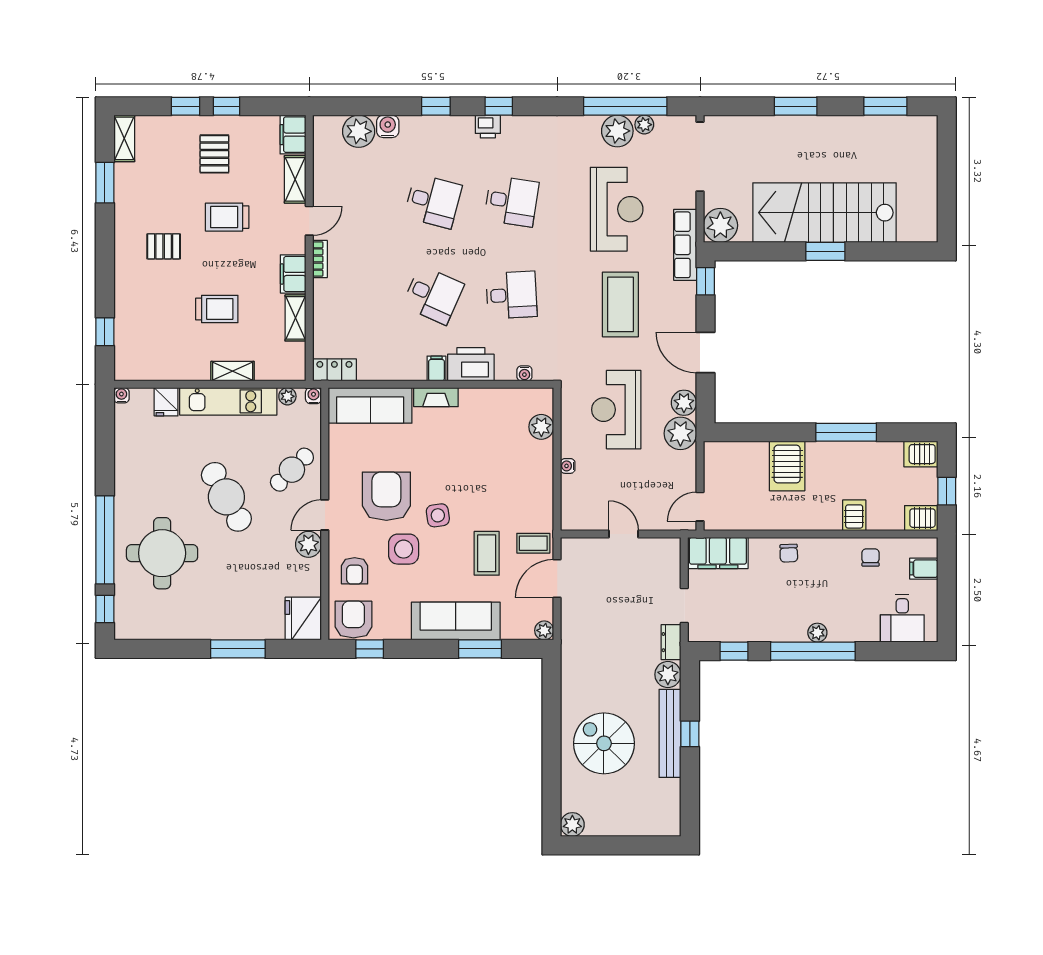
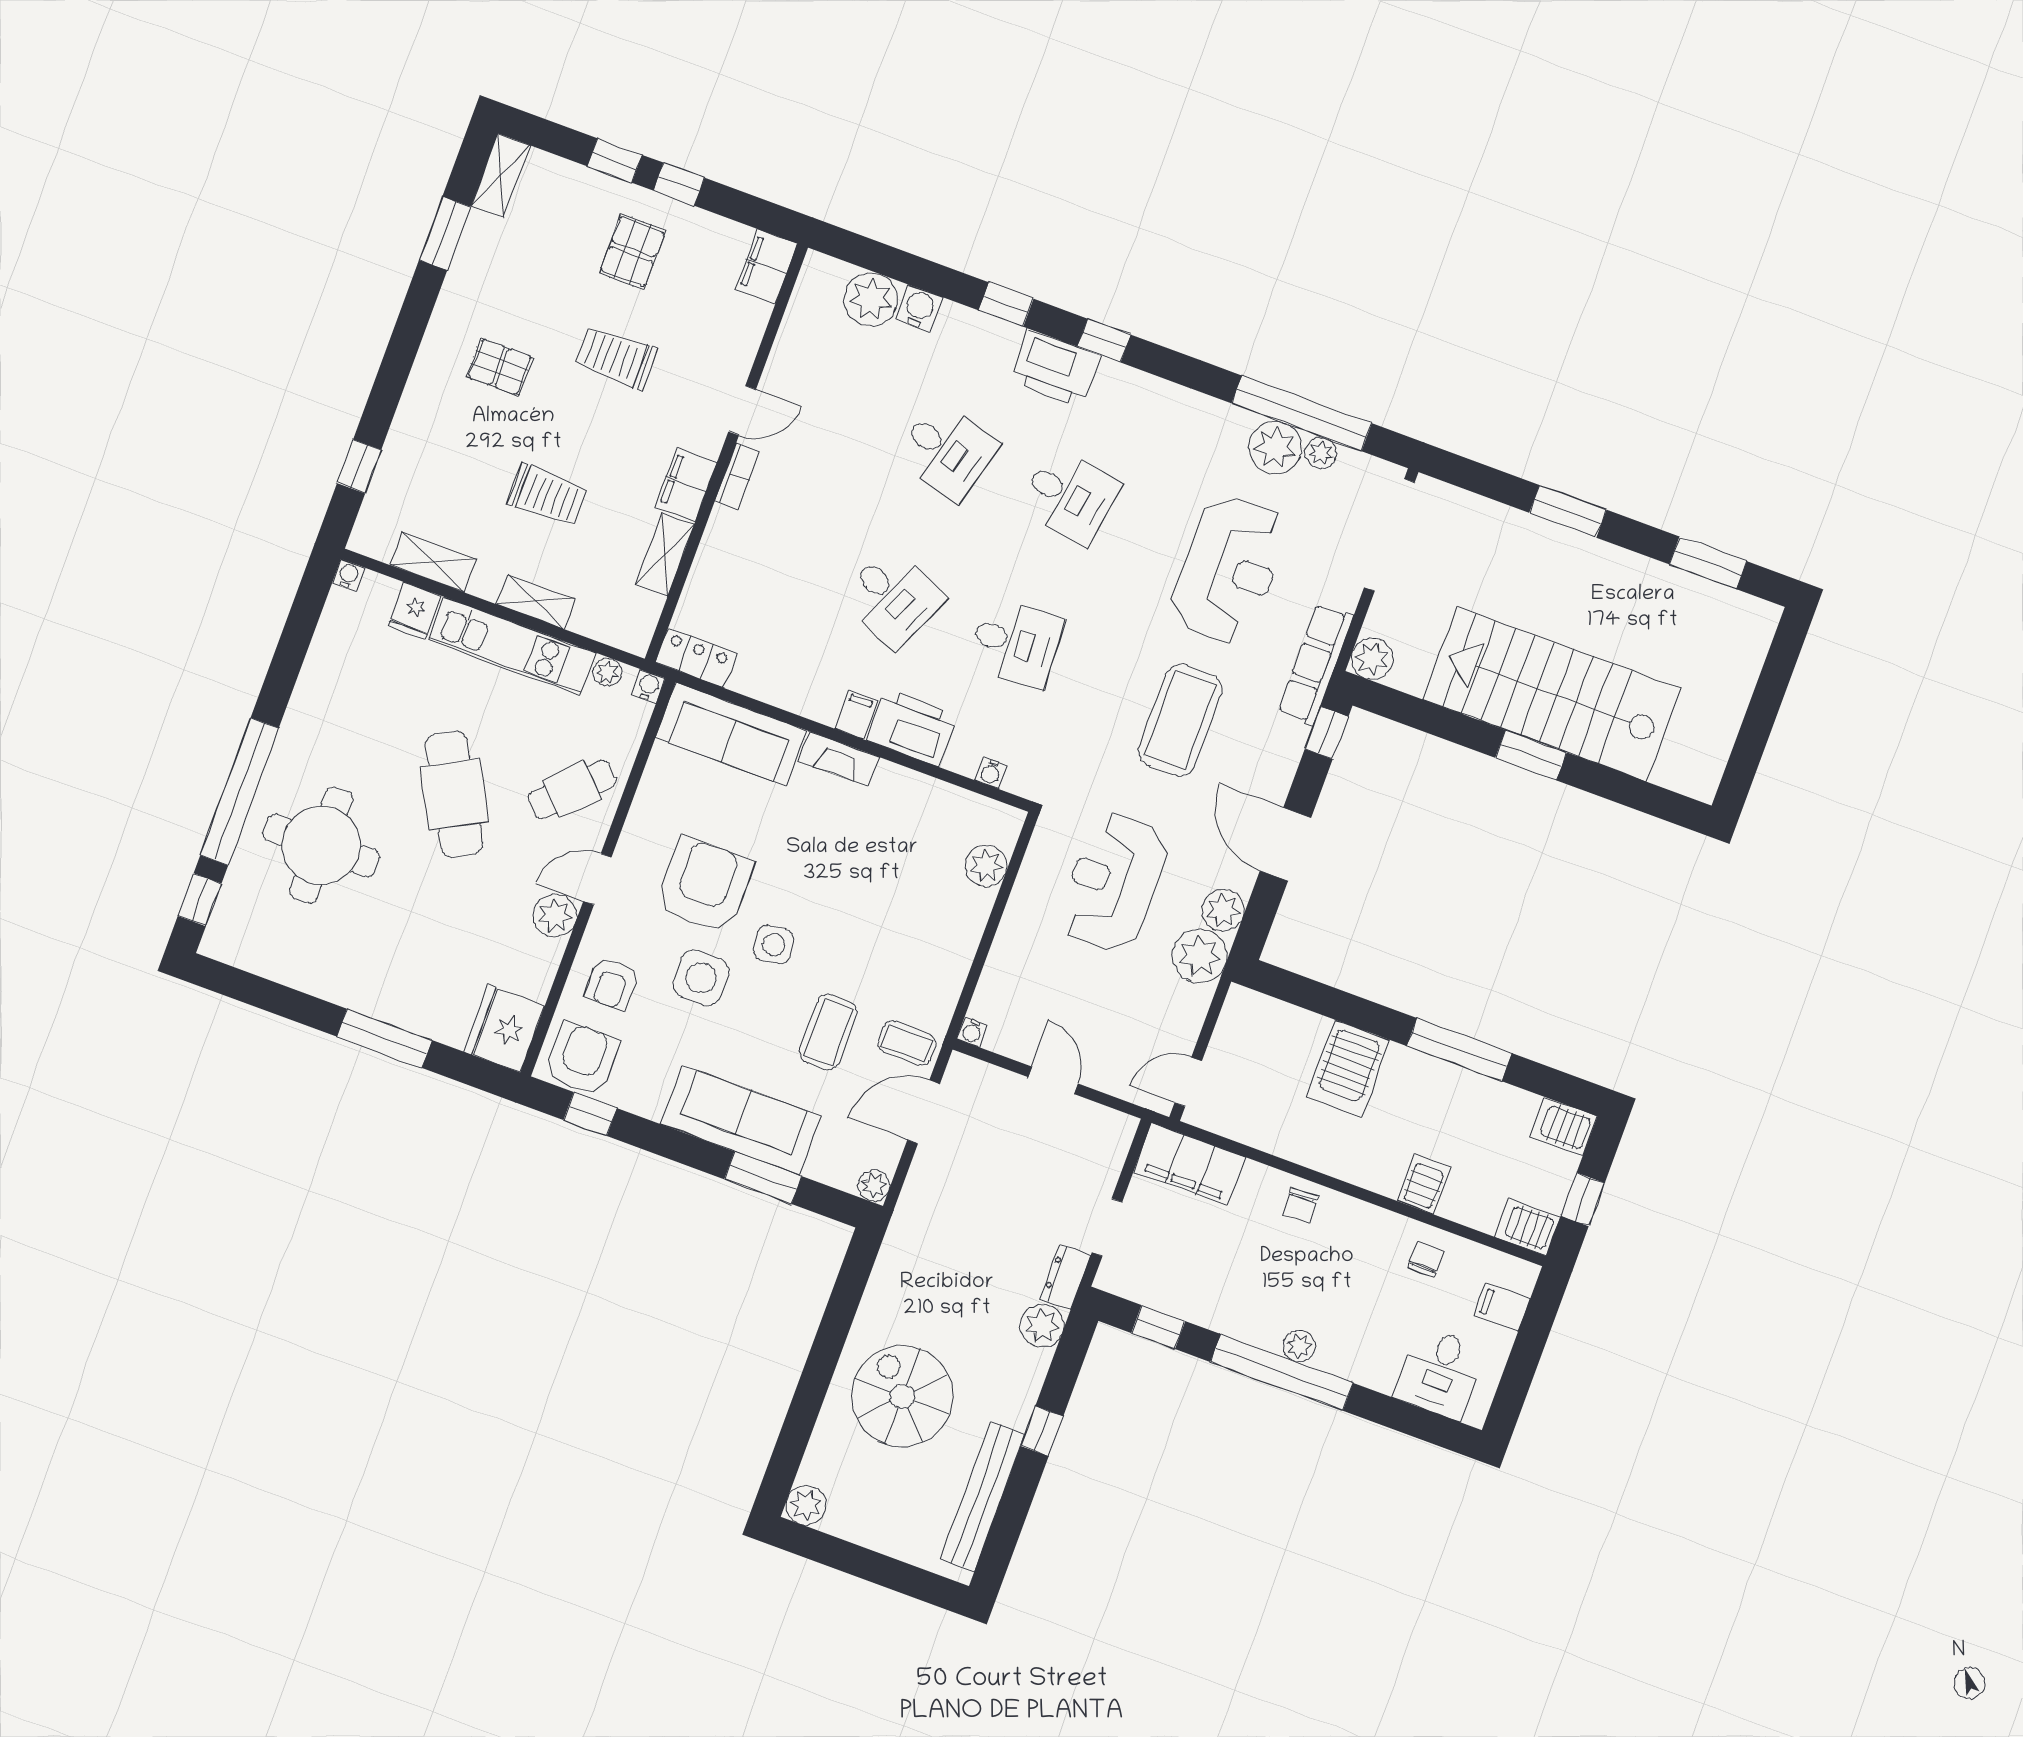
printer: (488, 127) -> (1055, 368), width x1.87, depth x1.48
shelving: (295, 179) -> (433, 562), moved, turned 90
plant: (720, 225) -> (1372, 659), width x0.73, depth x0.73
water cooler: (568, 466) -> (972, 1032), moved, turned -90
bench: (670, 733) -> (983, 1497), moved

